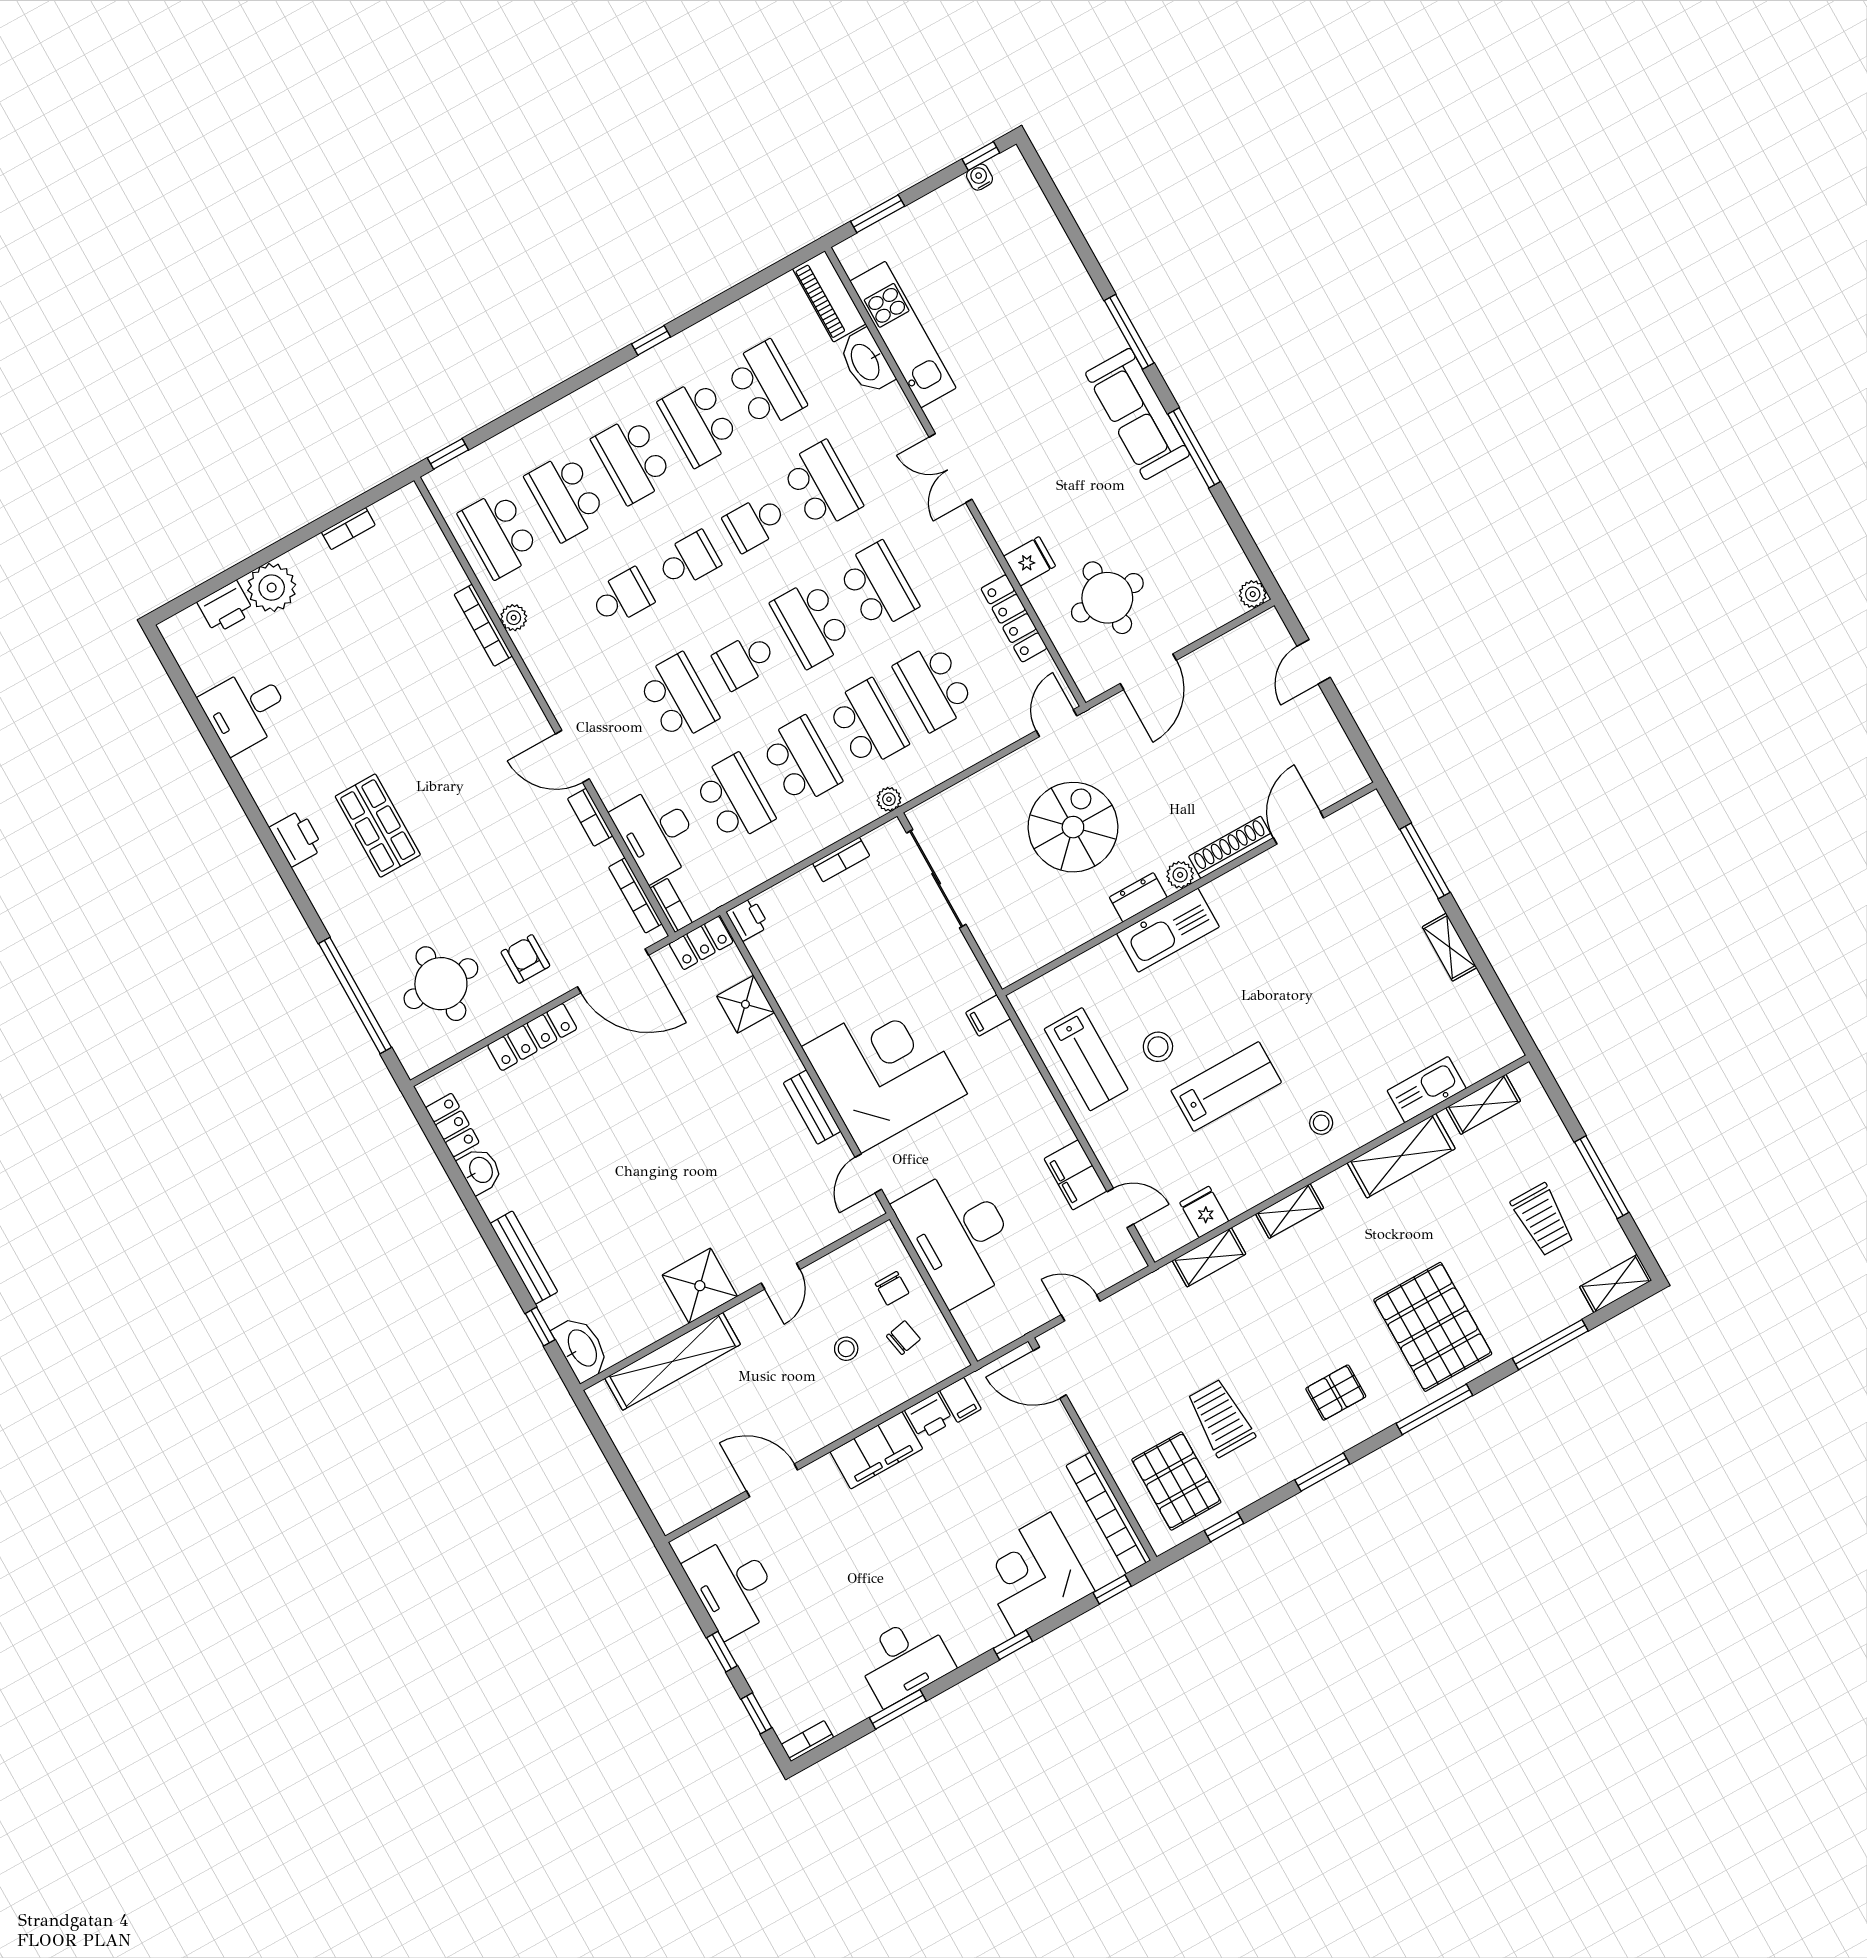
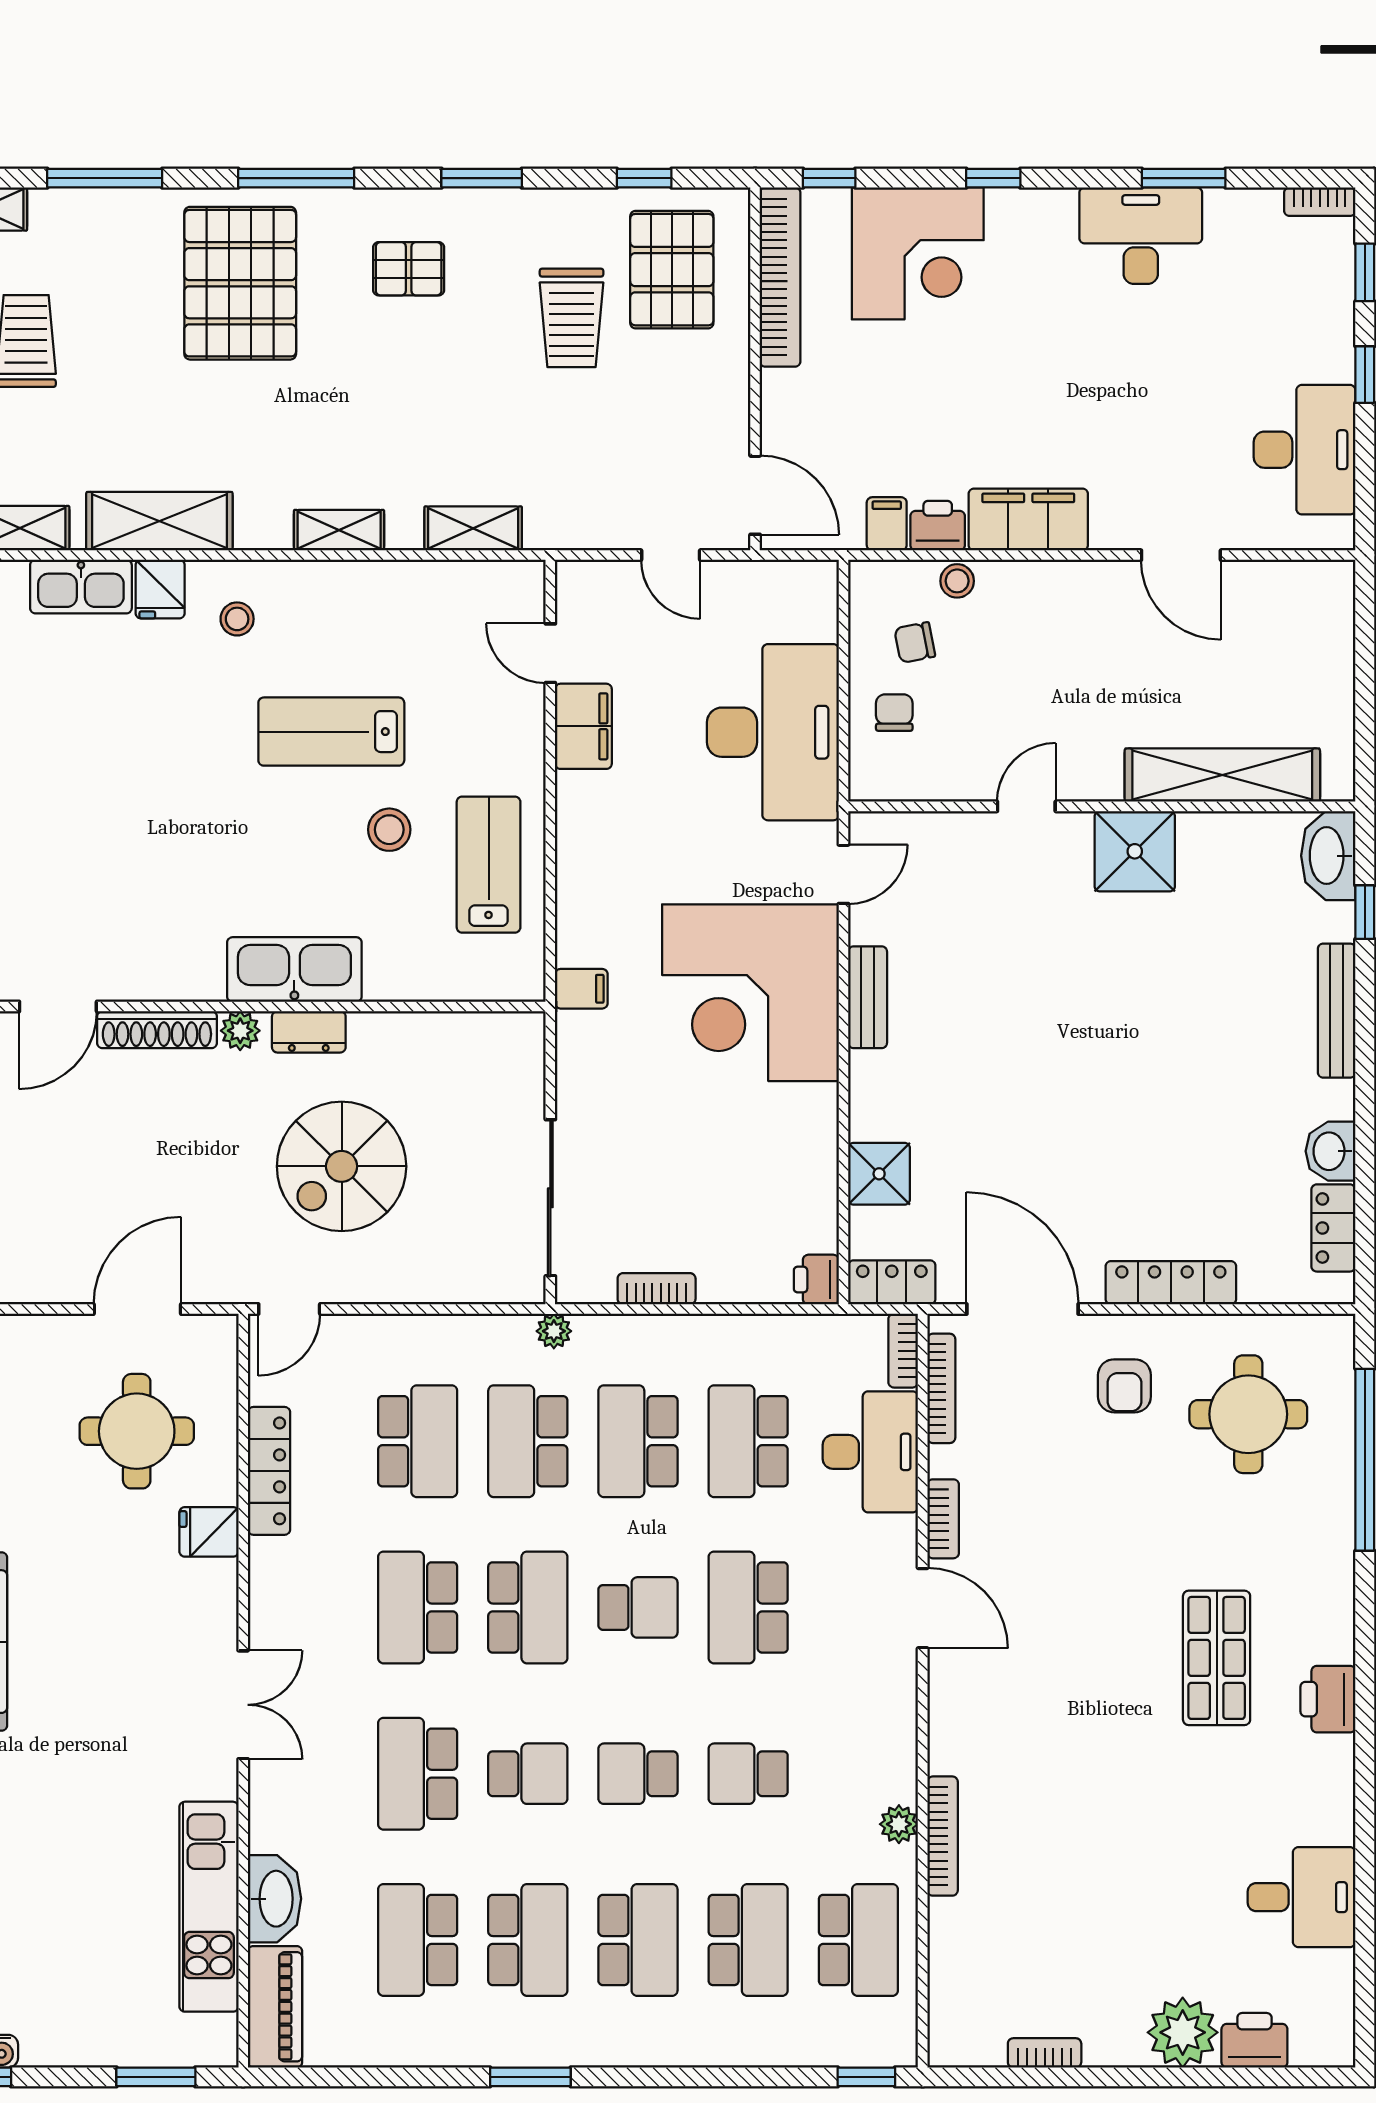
window: (651, 340) -> (530, 2077), width x1.50
fridge: (1204, 1212) -> (160, 589), moved
stool: (846, 1349) -> (957, 581), moved

